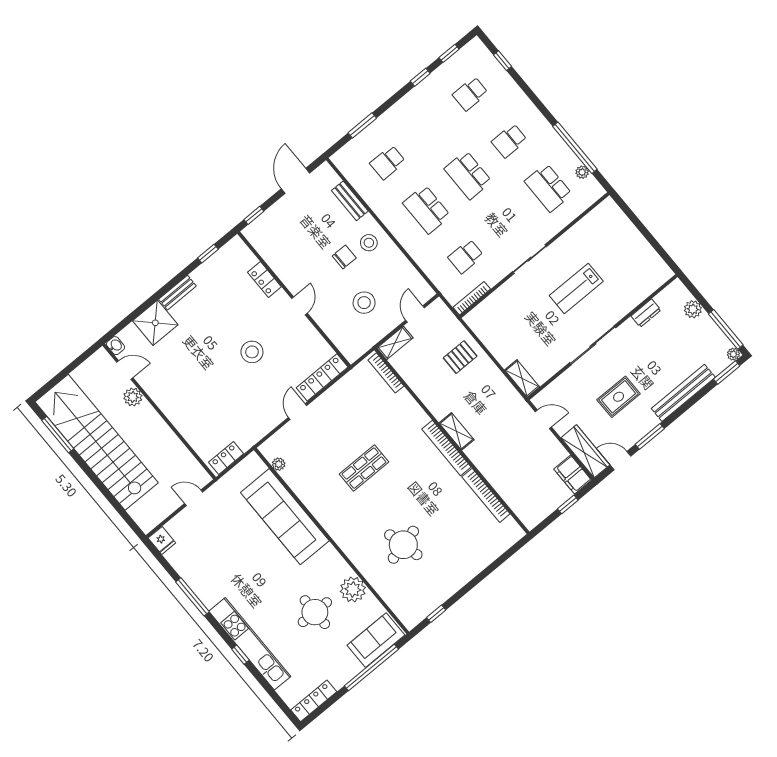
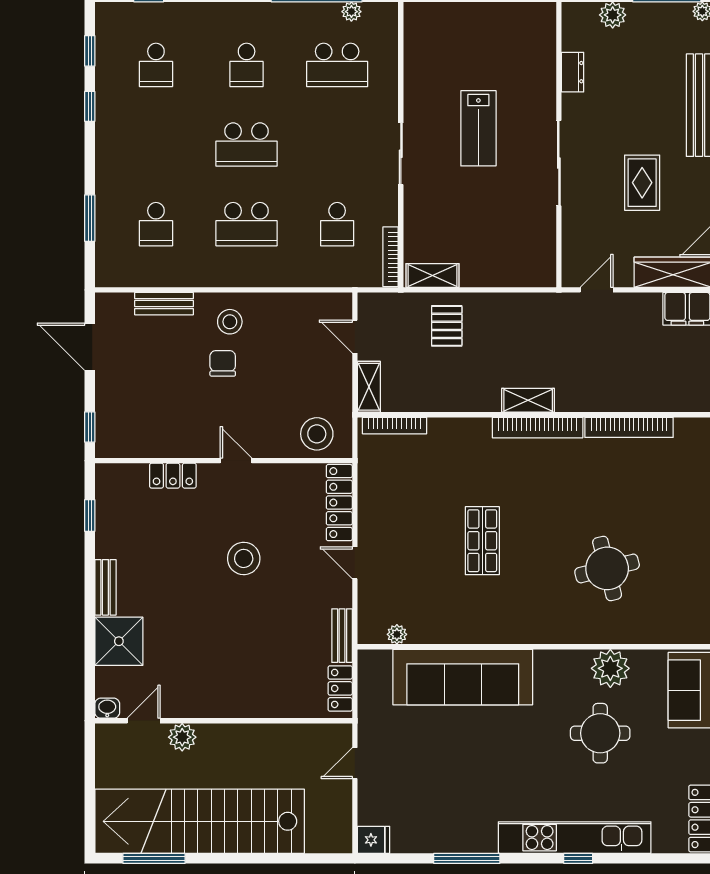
stool: (364, 303) -> (317, 434), moved
shelving: (522, 378) -> (433, 275), moved
bench: (254, 436) -> (342, 636), added

